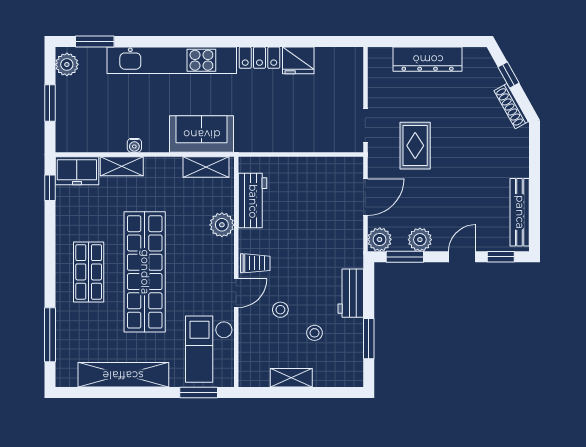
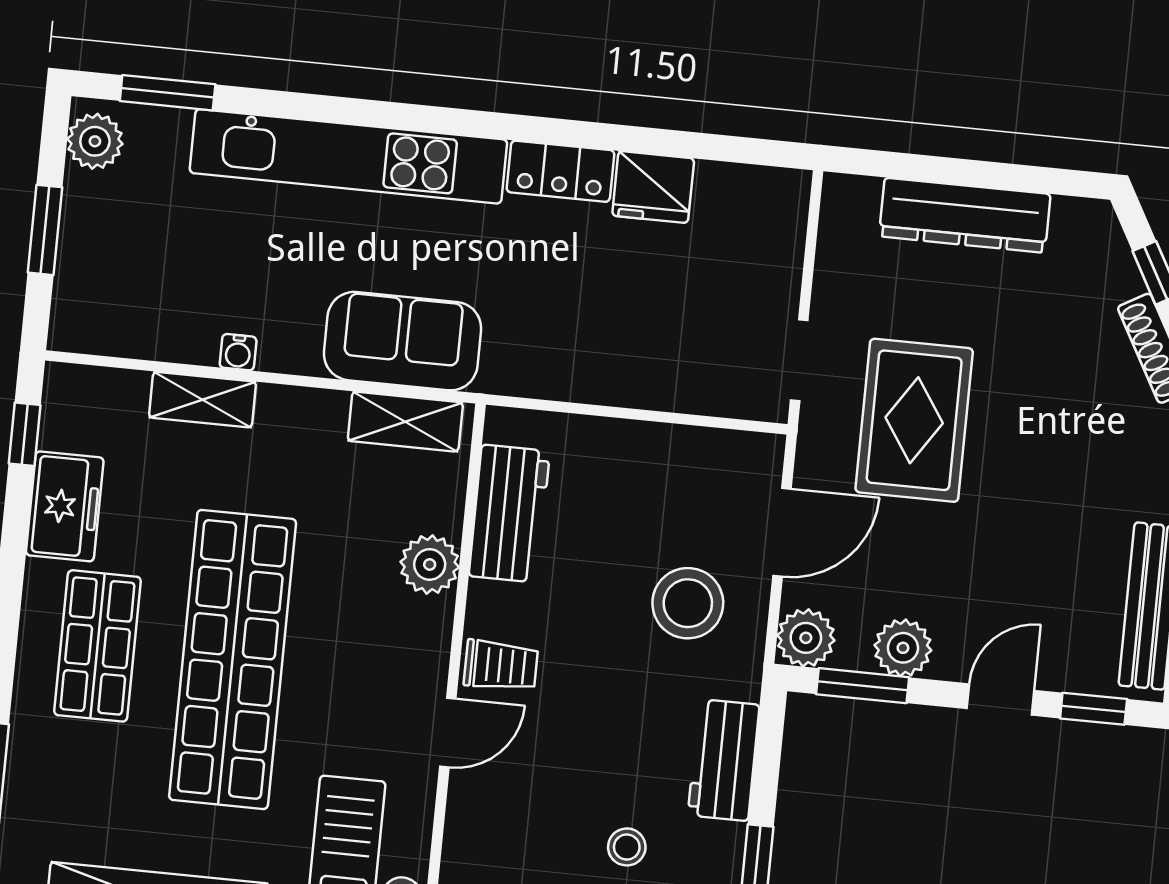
rug: (415, 146) -> (914, 420), width x1.36, depth x1.43
freezer: (77, 171) -> (65, 506), moved, turned -90
stool: (280, 310) -> (688, 603), moved, width x1.89, depth x1.89

